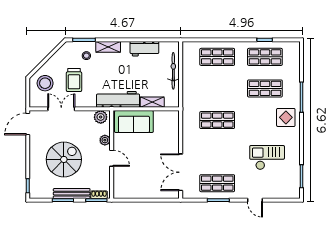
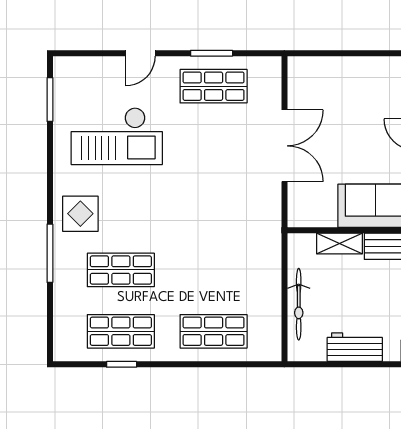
shop shelf: (217, 120) -> (214, 209), removed
checkout: (267, 157) -> (117, 136), width x1.36, depth x1.21
double door: (181, 172) -> (284, 146), moved
door: (255, 200) -> (140, 53), swing flipped

